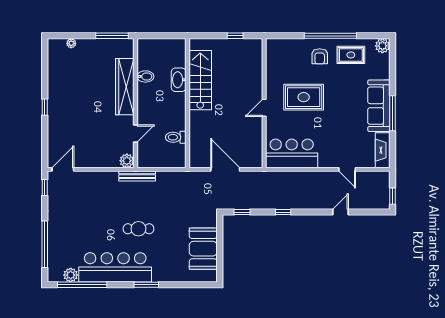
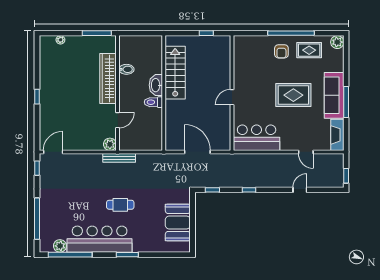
washbasin: (179, 80) -> (156, 85), moved
rug: (304, 97) -> (293, 95), moved
toilet: (176, 137) -> (153, 102), moved

